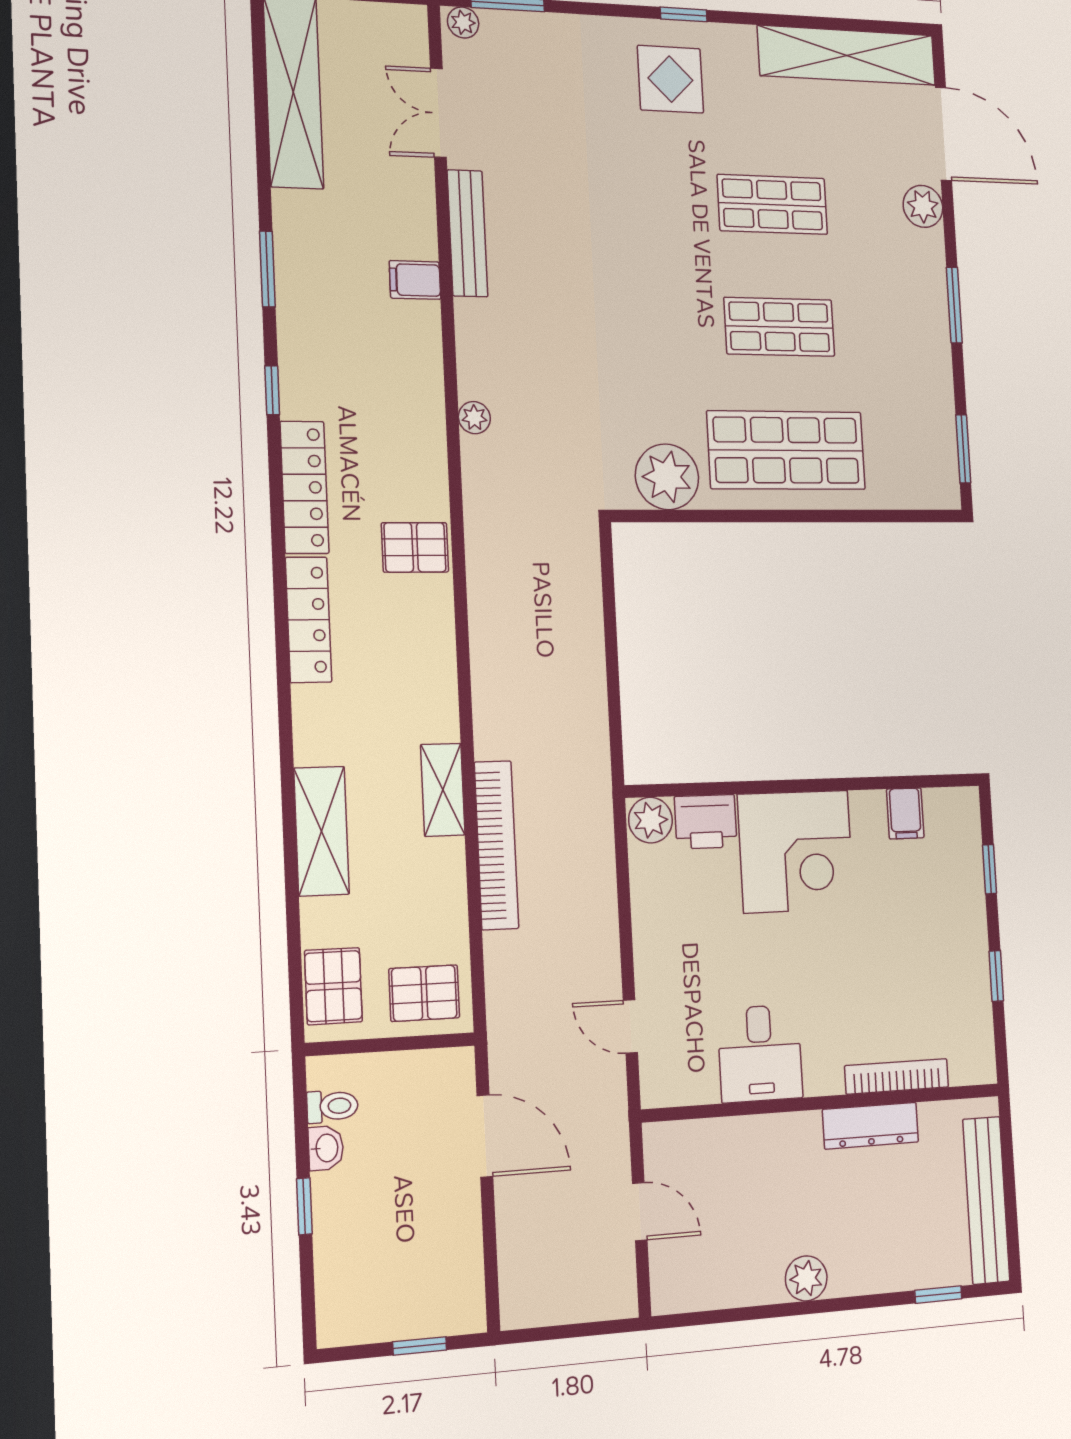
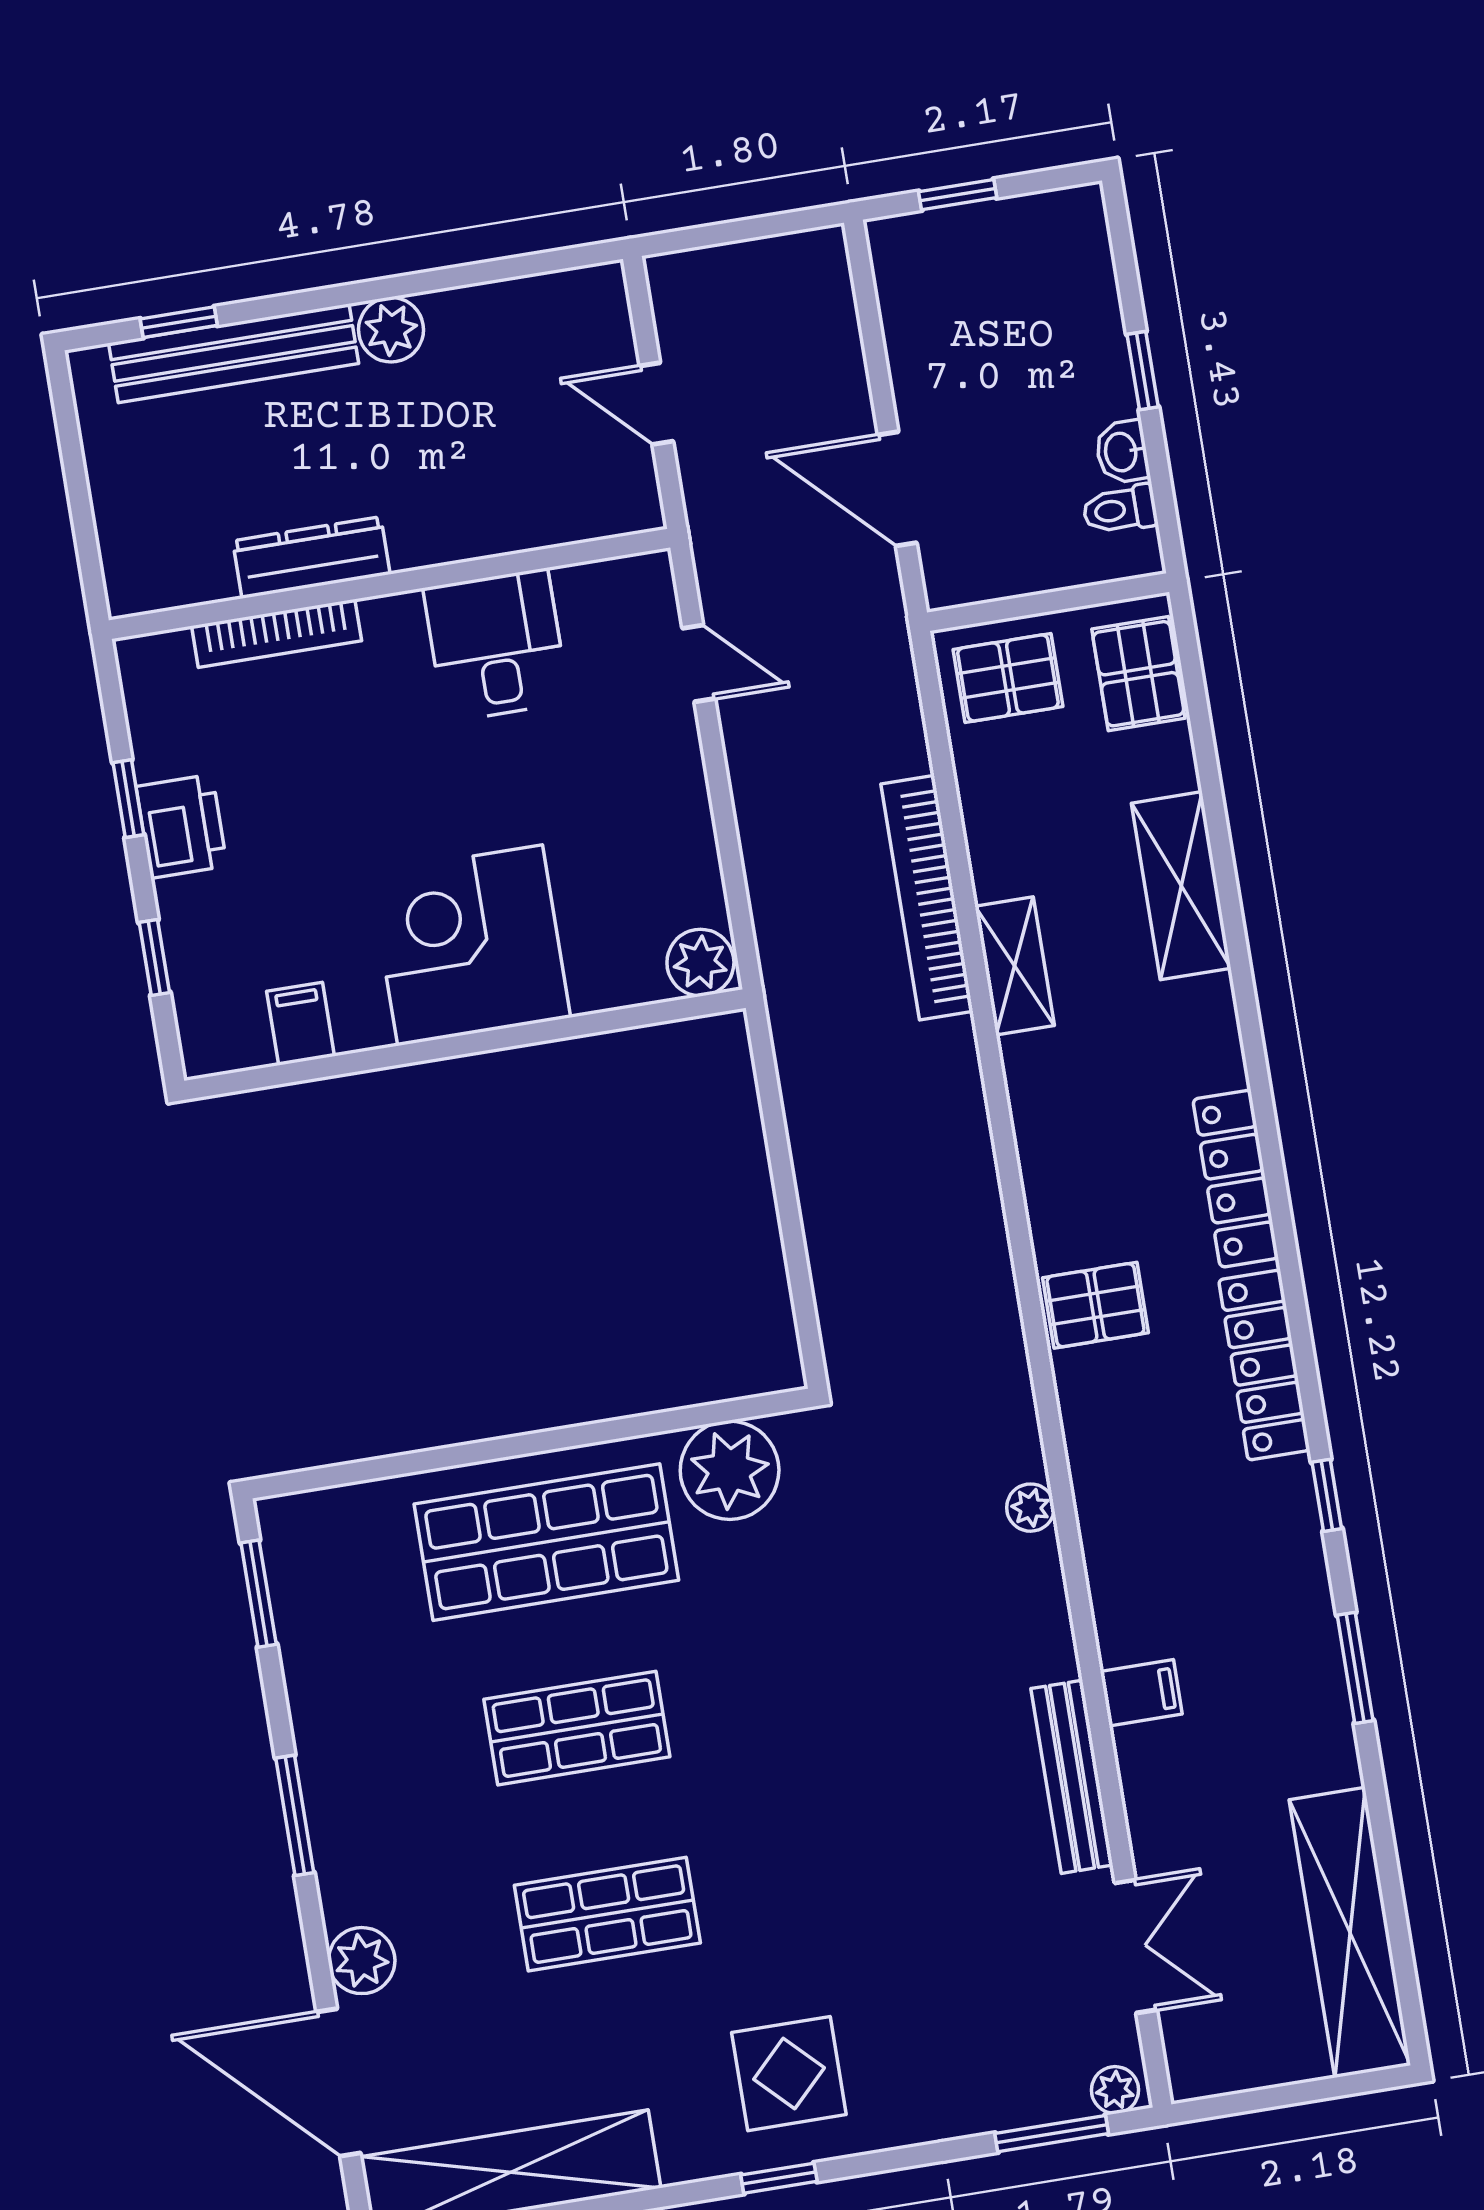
printer: (706, 822) -> (182, 826), moved, turned 90
bench: (986, 1200) -> (234, 353), moved, turned 90

